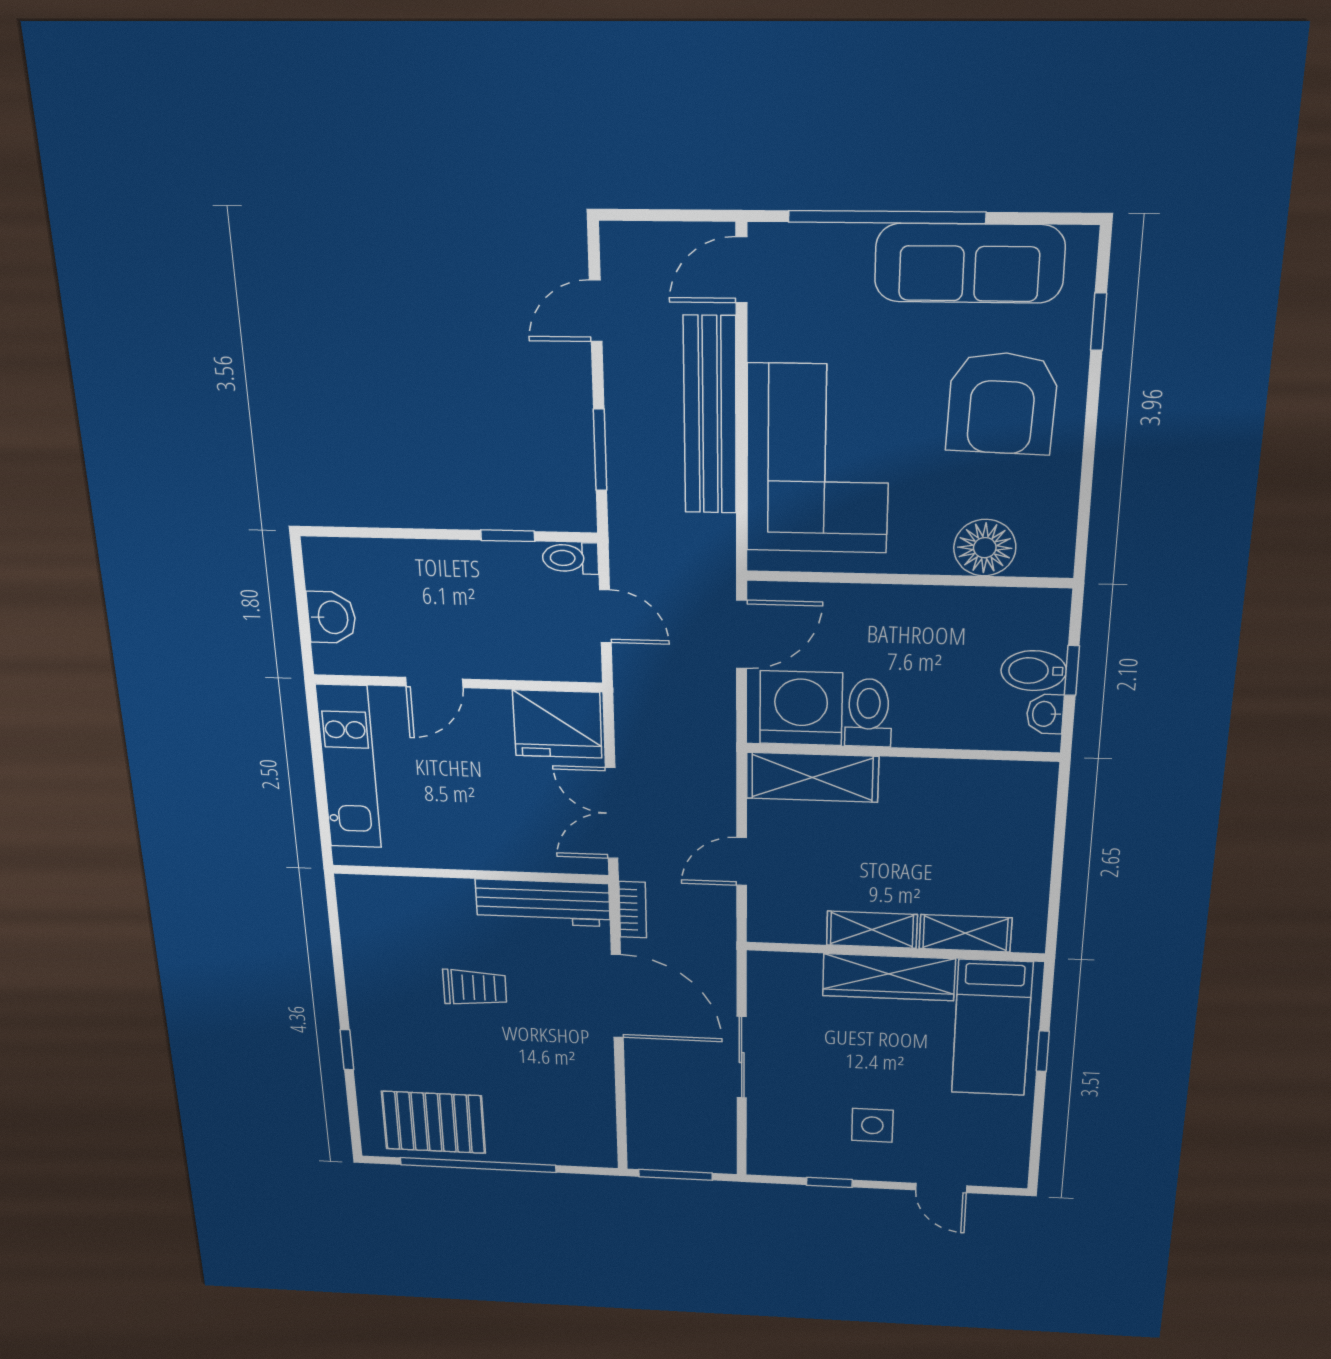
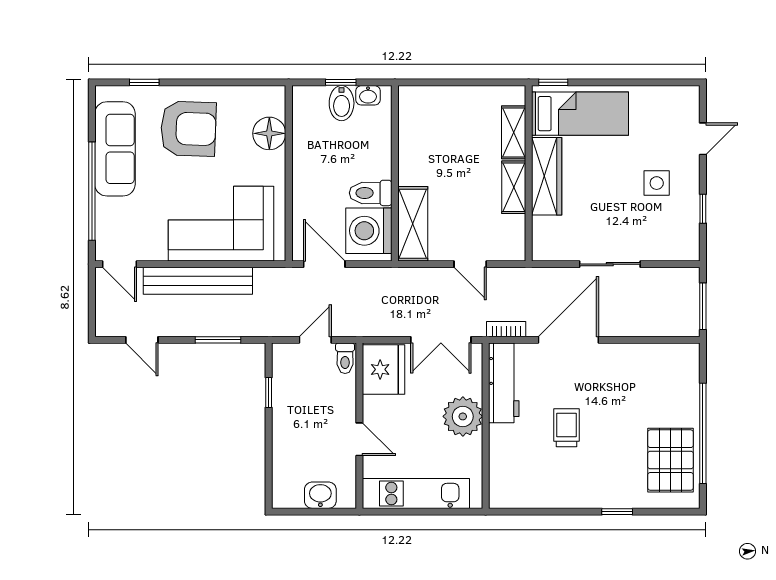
toilet: (570, 558) -> (345, 358), moved
plant: (484, 841) -> (463, 416), added
window: (1043, 1051) -> (553, 82), moved

